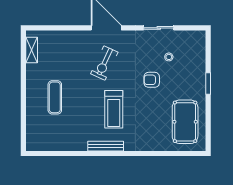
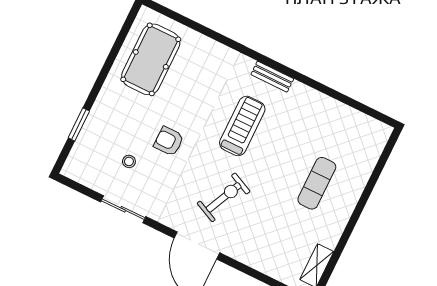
armchair: (152, 80) -> (169, 141), turned 180
window: (208, 83) -> (79, 124), moved
bench: (106, 146) -> (272, 77), width x0.73

